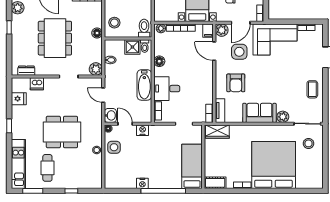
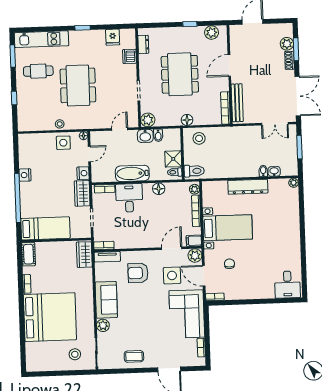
dining table: (55, 38) -> (180, 74), turned 90
washbasin: (110, 115) -> (145, 136), moved
wardrobe: (161, 132) -> (82, 193), added

